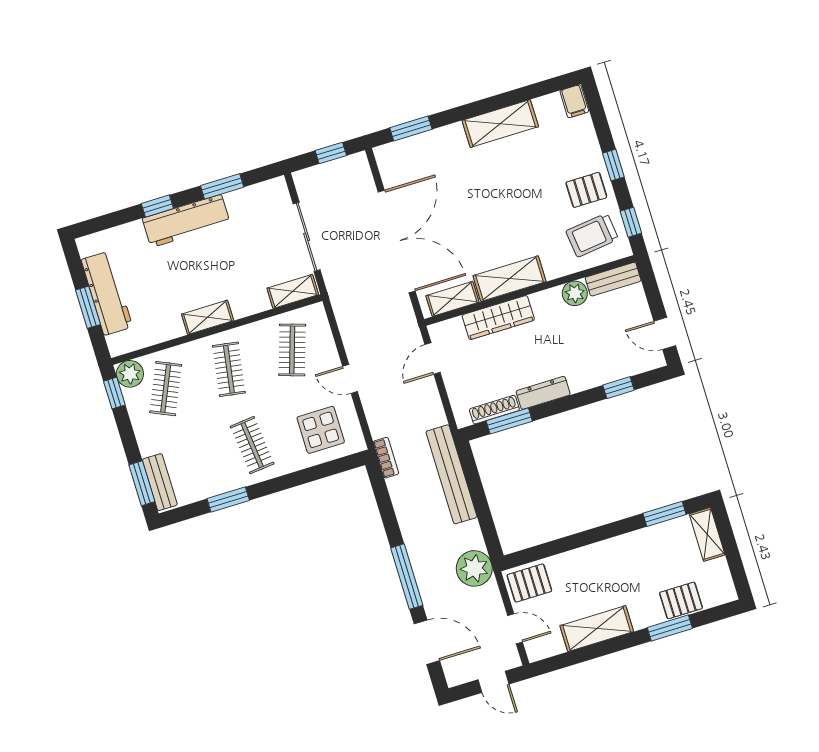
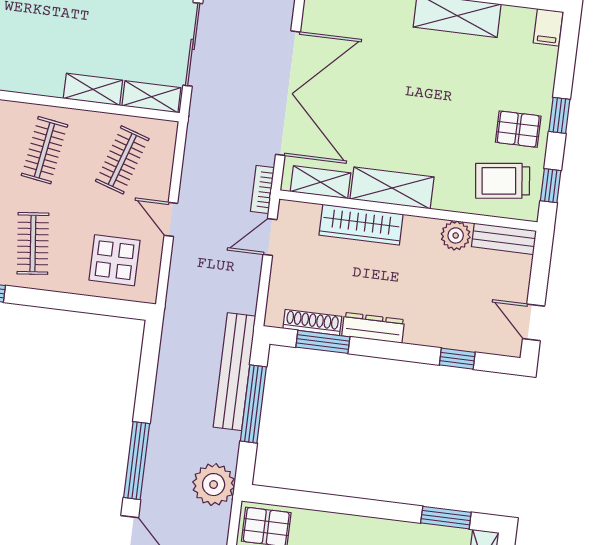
shelving: (208, 317) -> (93, 89), moved
bookcase: (386, 458) -> (262, 189), moved, turned 180
window: (477, 493) -> (253, 404), added

